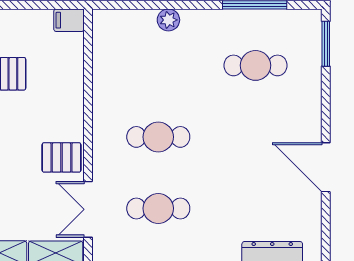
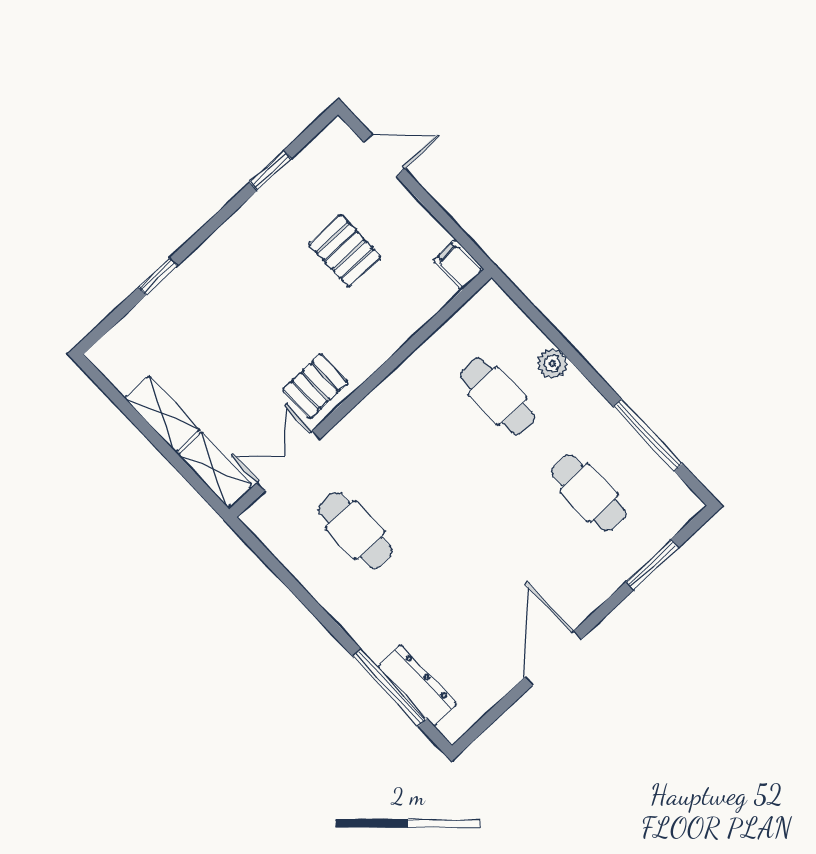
window: (326, 44) -> (652, 565), moved
cafe table: (158, 137) -> (497, 396), moved
pallet: (62, 157) -> (315, 386), turned 90

